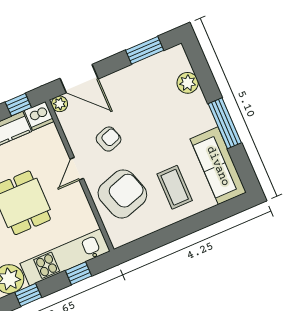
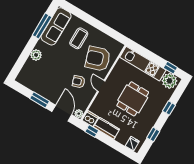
window: (145, 50) -> (40, 100), moved
plant: (188, 83) -> (36, 55), moved
window: (225, 123) -> (42, 26), moved
door: (77, 169) -> (101, 86), swing flipped
window: (79, 273) -> (145, 53), removed

